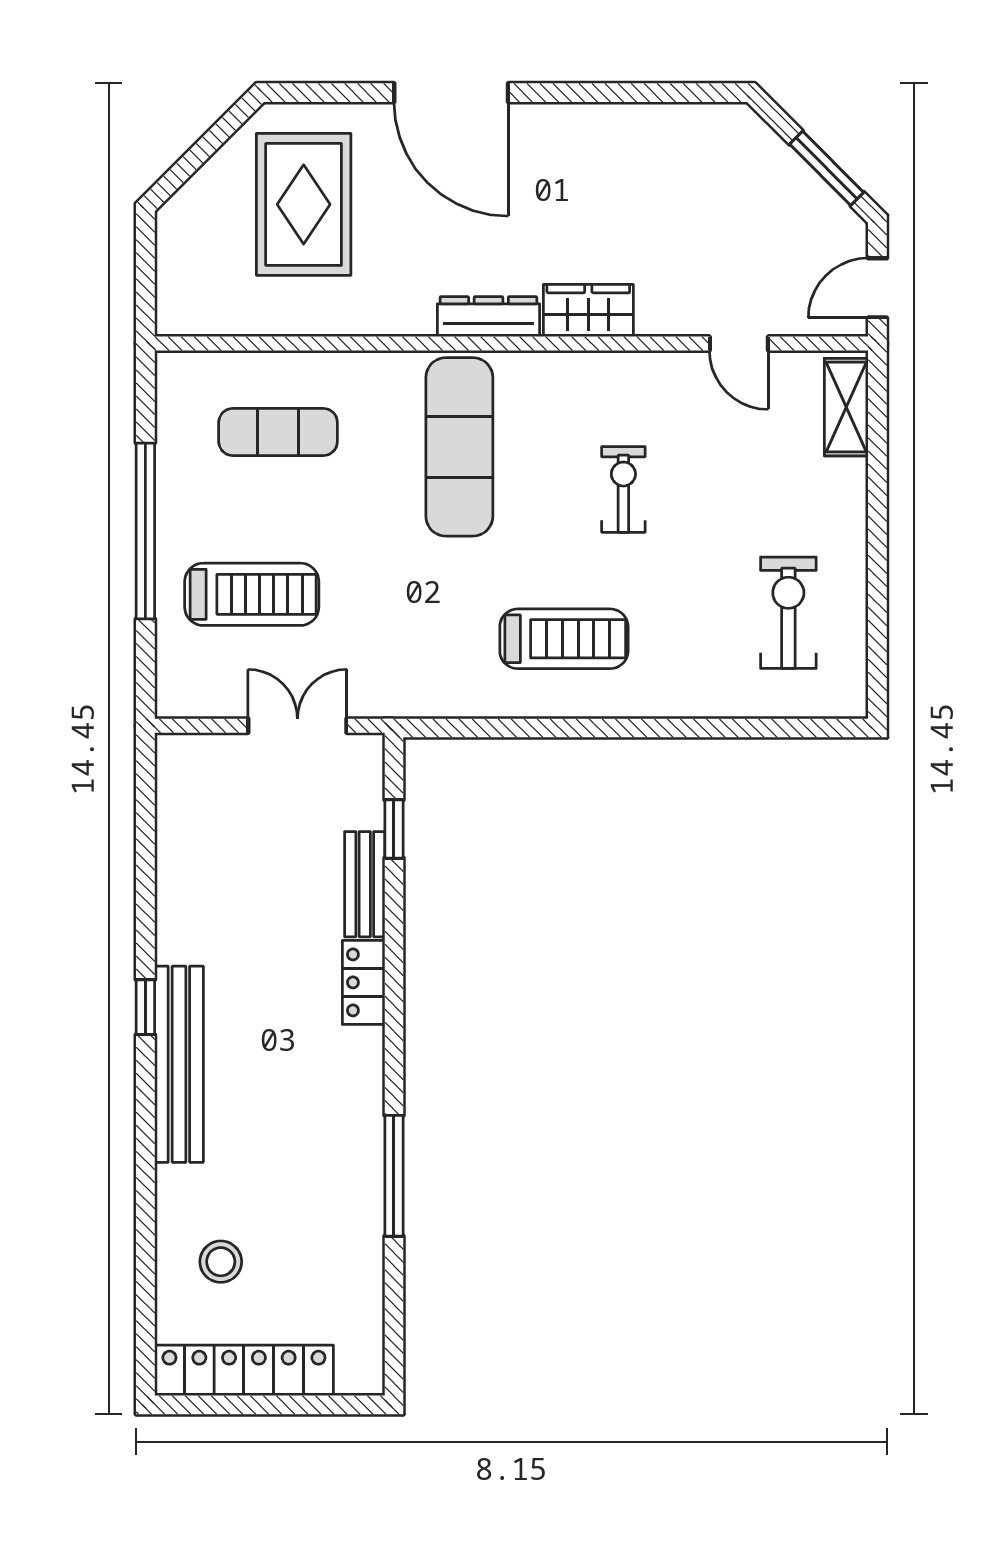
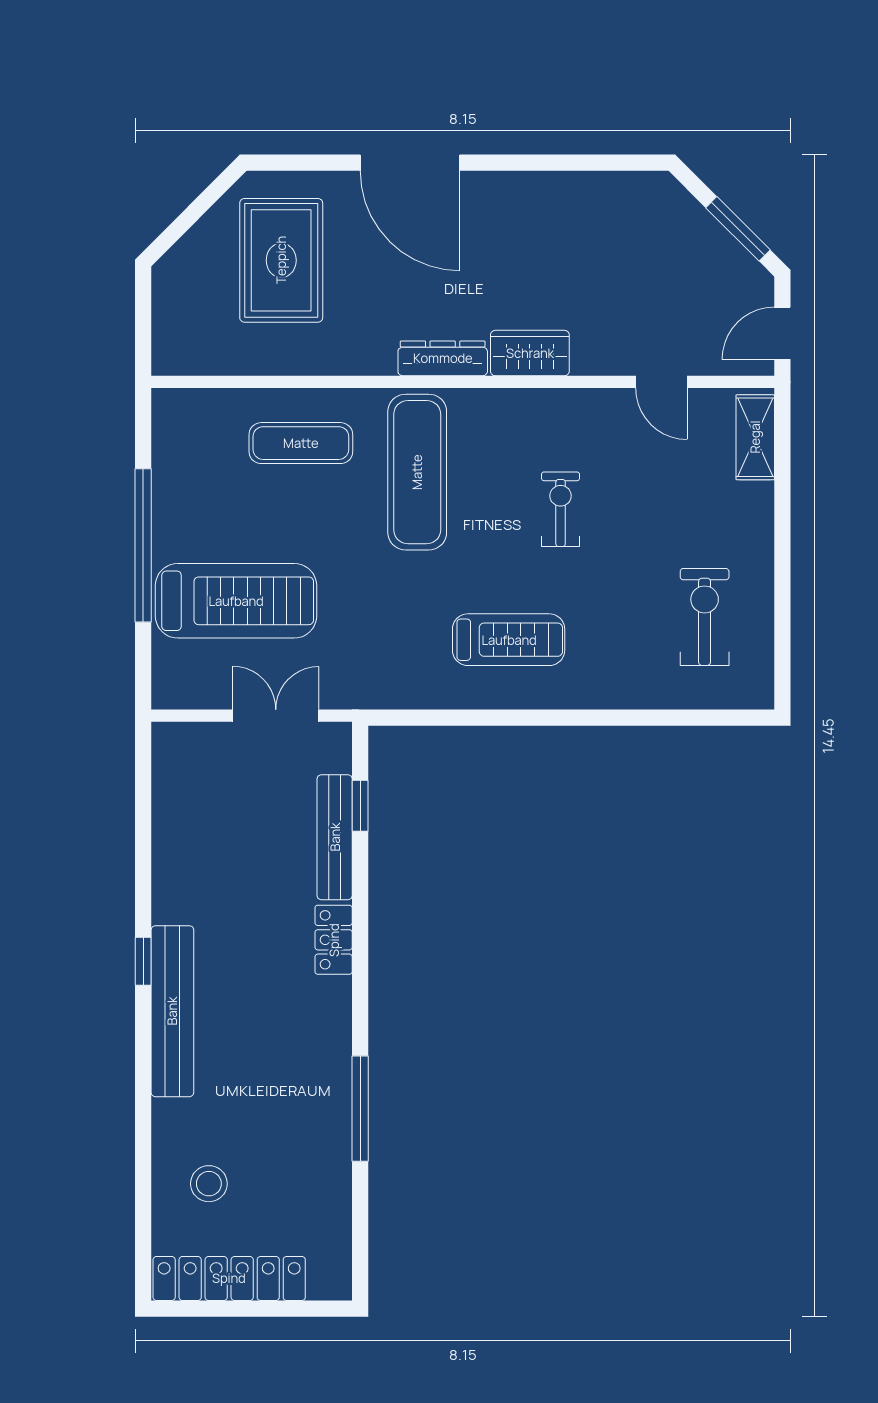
exercise mat: (278, 432) -> (301, 443), moved
treadmill: (252, 594) -> (236, 601), width x1.37, depth x1.37
bench: (365, 884) -> (335, 837), width x1.36

